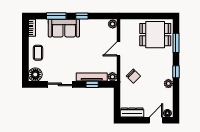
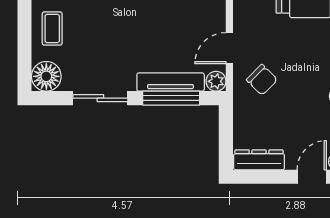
door: (119, 49) -> (229, 48), moved
window: (92, 84) -> (171, 98), width x2.17

